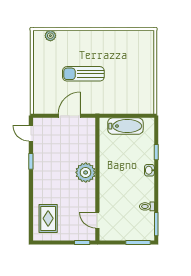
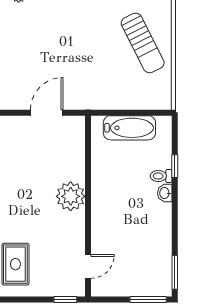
sun lounger: (83, 74) -> (143, 43), moved, turned -117
toilet: (147, 206) -> (161, 176), moved
door: (97, 220) -> (88, 266), swing flipped

